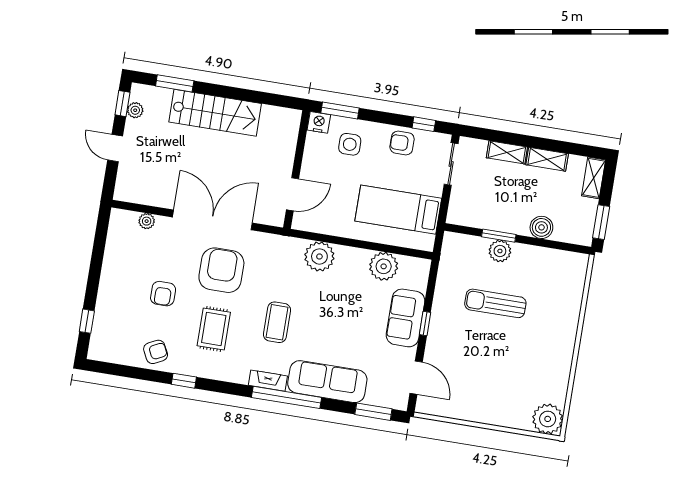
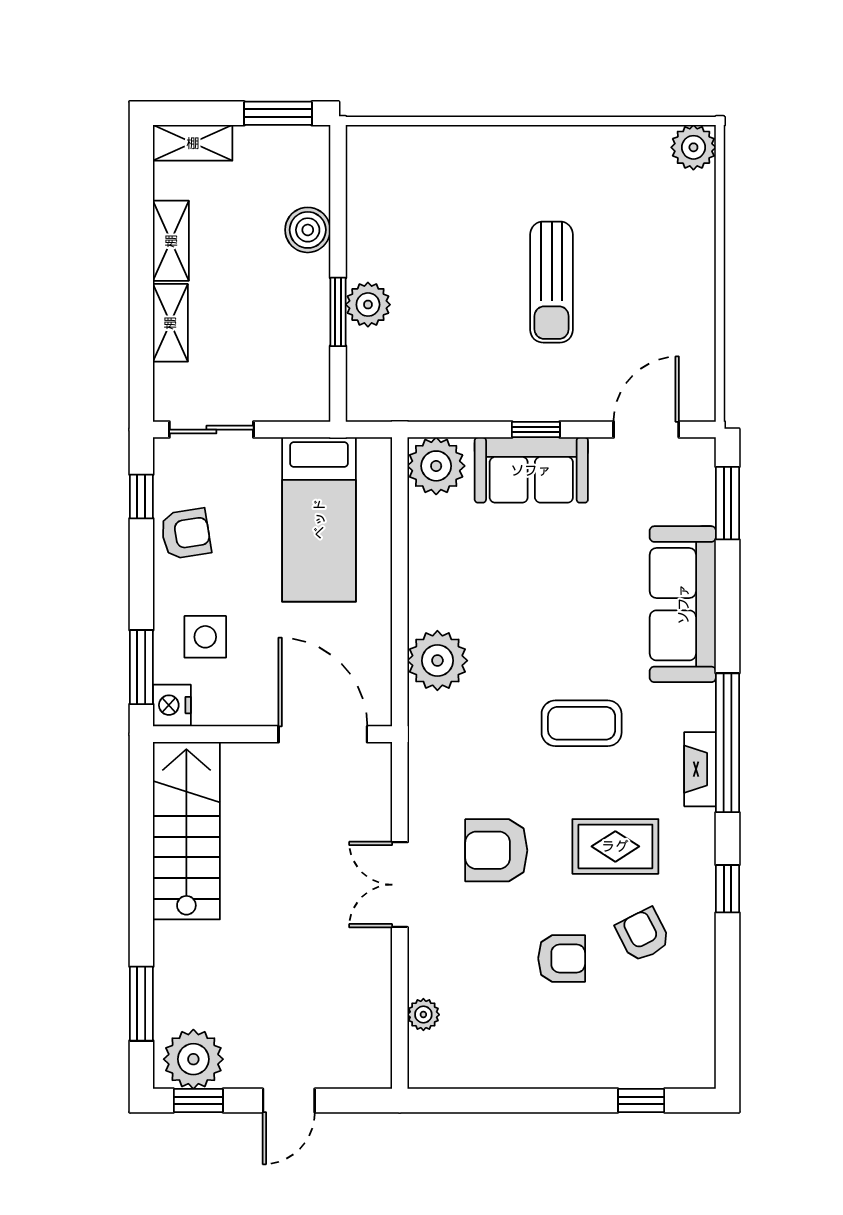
plant: (135, 110) -> (193, 1059), width x1.88, depth x1.88
stairs: (215, 113) -> (186, 831), moved
armchair: (402, 143) -> (186, 534), turned -99
door: (292, 194) -> (323, 734), width x1.36
double door: (212, 220) -> (400, 885), width x0.54
plant: (384, 266) -> (436, 466), moved
armchair: (221, 270) -> (496, 850), width x0.73, depth x0.73
sun lounger: (495, 303) -> (552, 282), moved
armchair: (156, 352) -> (643, 935), moved
fireplace: (268, 381) -> (700, 769), moved
window: (287, 397) -> (728, 743), moved
plant: (548, 419) -> (693, 147), width x0.73, depth x0.73

